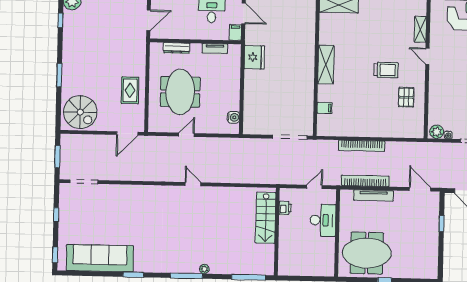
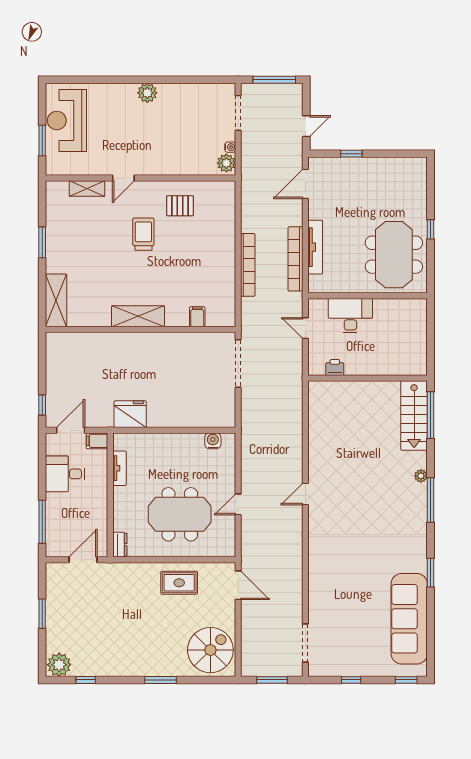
door: (149, 20) -> (83, 560), hinge flipped
dresser: (177, 48) -> (120, 545), moved, width x0.70
door: (186, 135) -> (238, 504), hinge flipped
stairs: (266, 218) -> (414, 416), moved, turned 90

